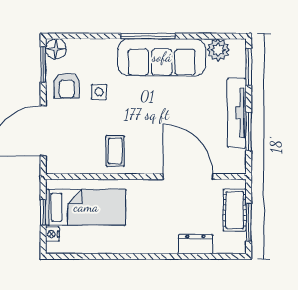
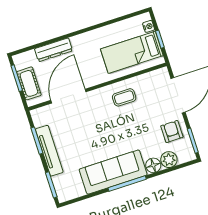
floor lamp: (56, 49) -> (153, 165), moved
plant: (218, 50) -> (169, 160), moved
side table: (99, 92) -> (148, 134), removed
coffee table: (115, 151) -> (124, 97), turned 90
door: (188, 177) -> (68, 96), swing flipped
dresser: (195, 244) -> (54, 50), width x1.44

